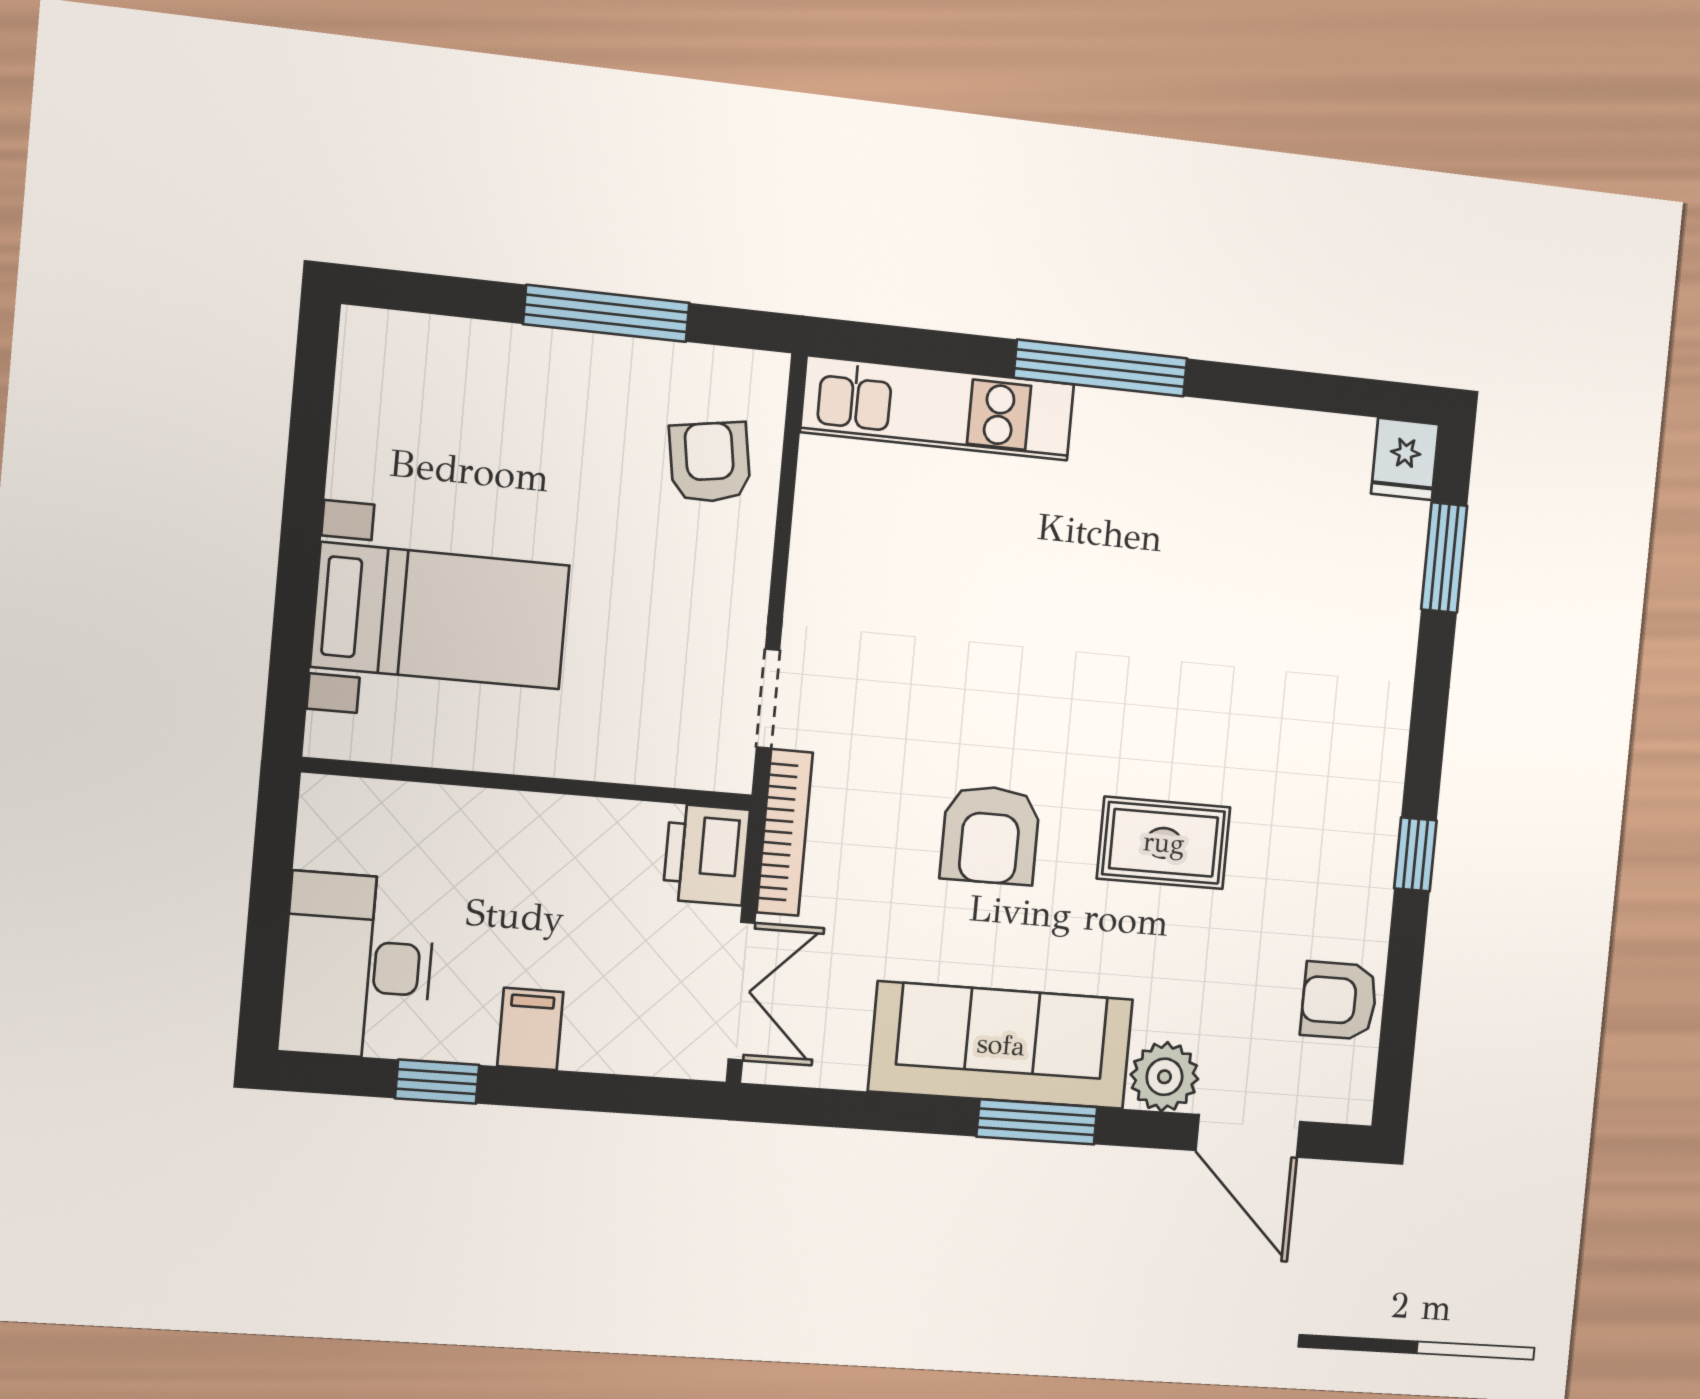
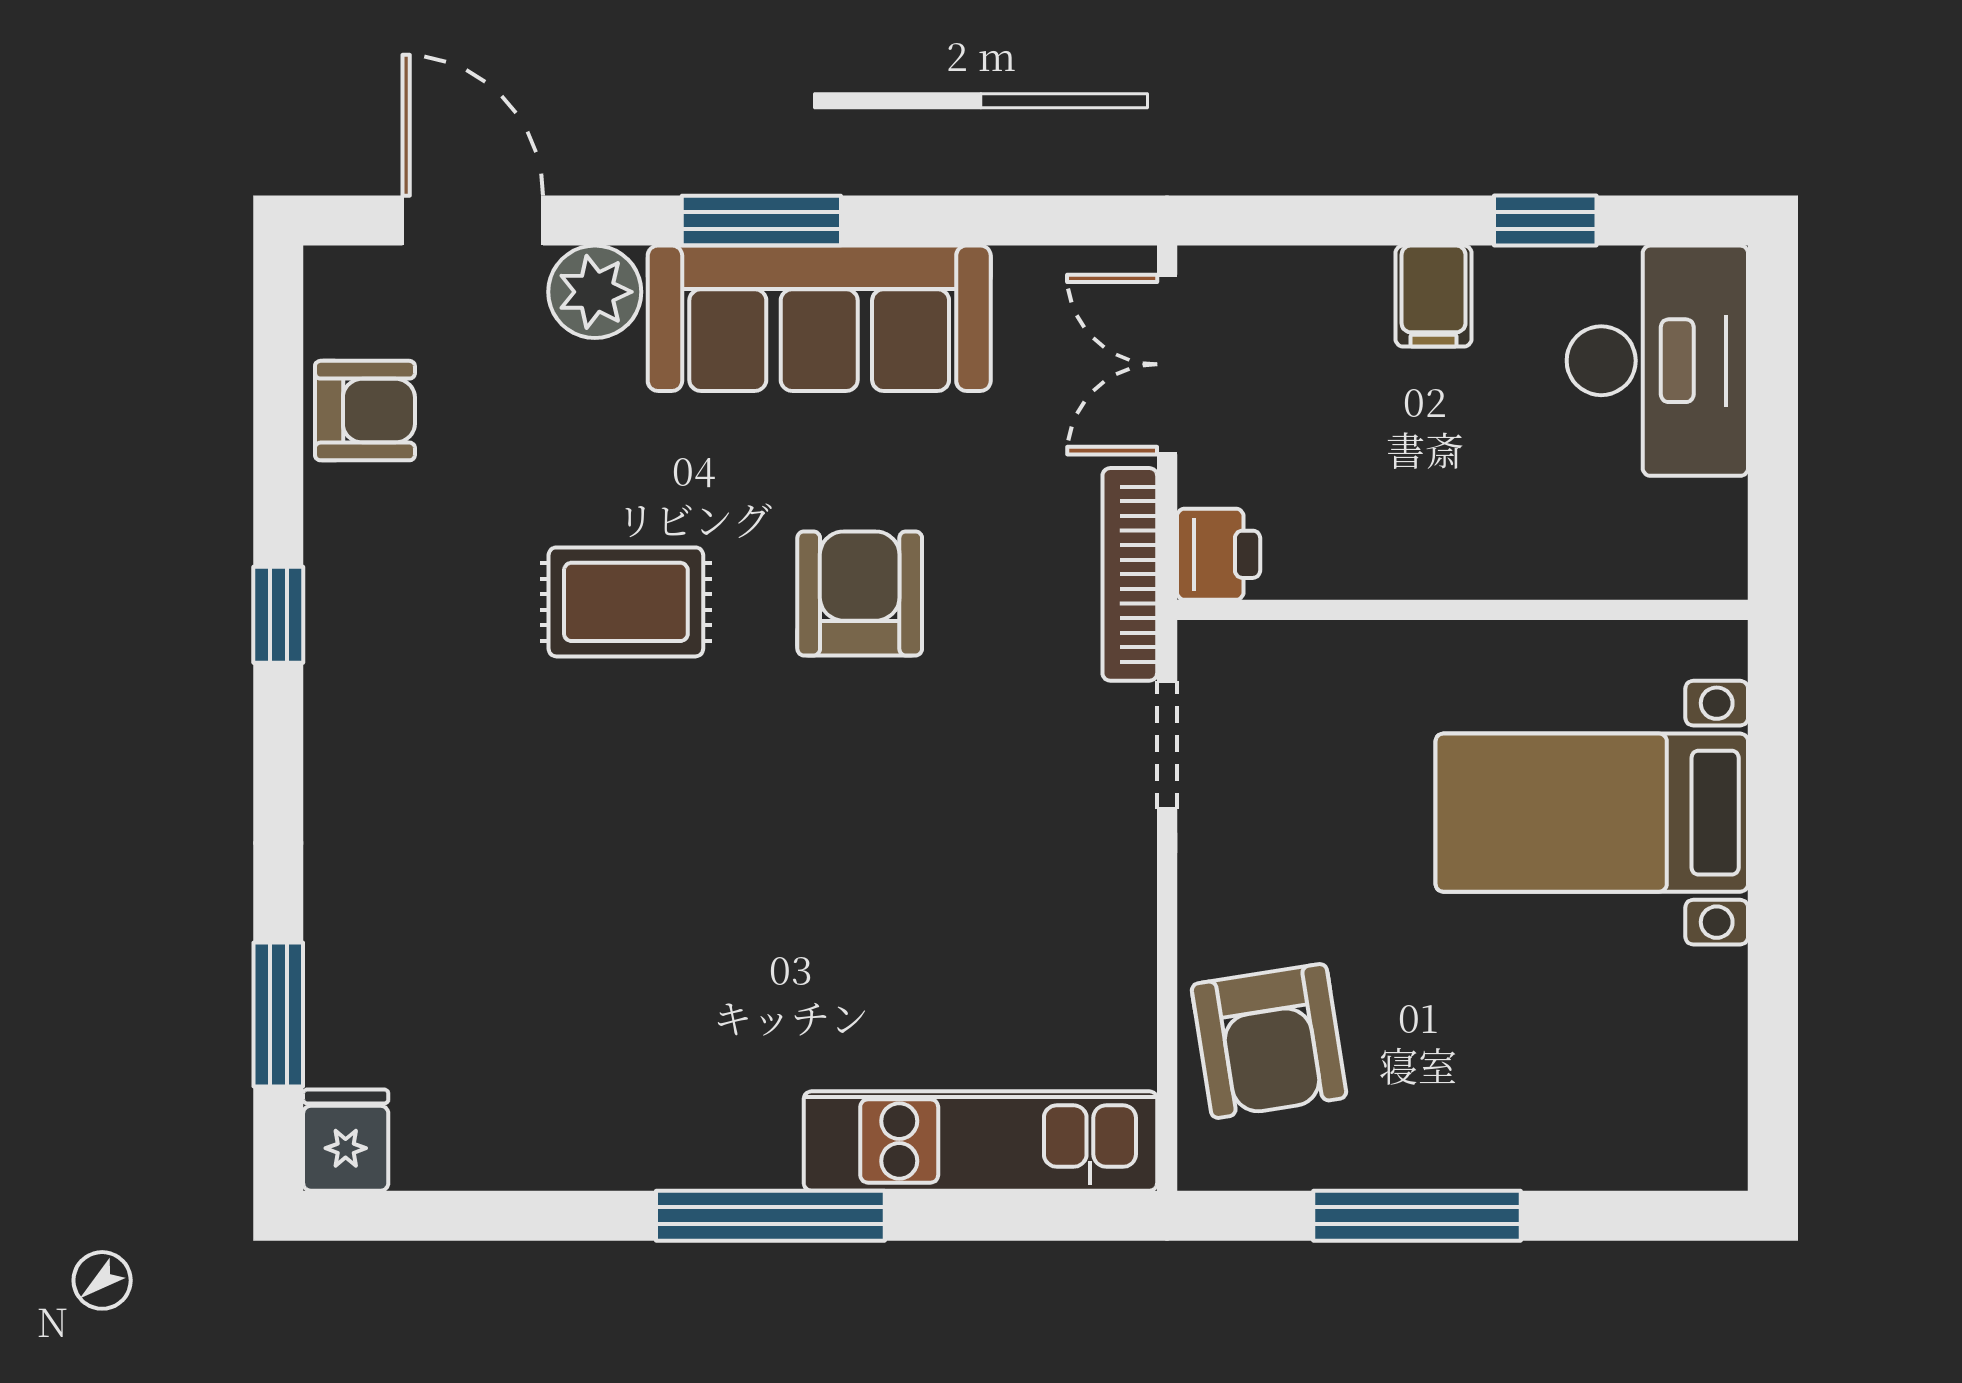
armchair: (710, 462) -> (1269, 1041), width x1.38, depth x1.38
printer: (706, 855) -> (1219, 554), width x0.73, depth x0.81

